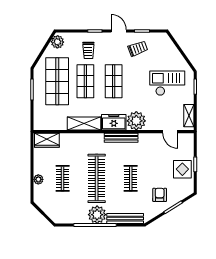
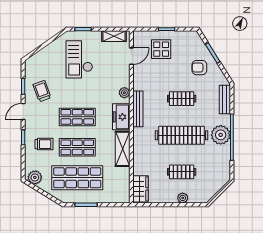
plant: (136, 121) -> (124, 93), width x0.53, depth x0.53
display table: (182, 169) -> (161, 49), moved
bench: (125, 219) -> (225, 99), width x0.73

